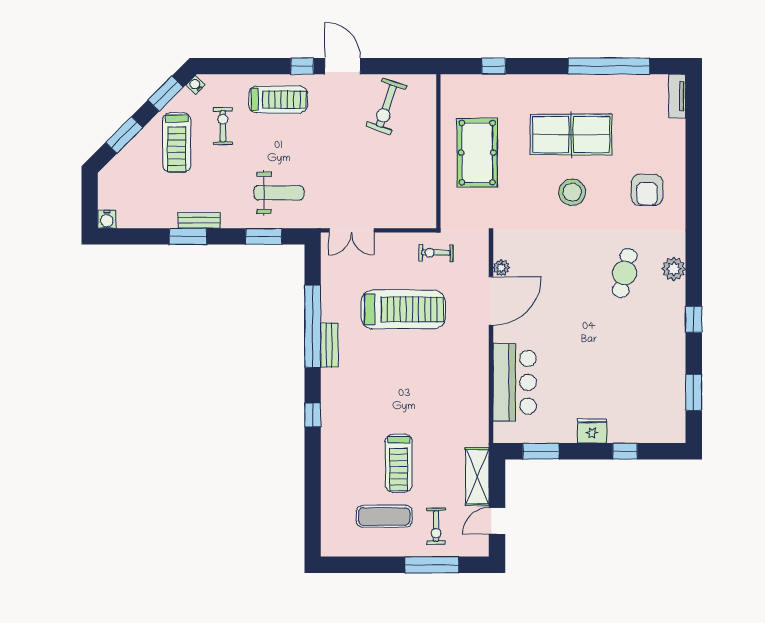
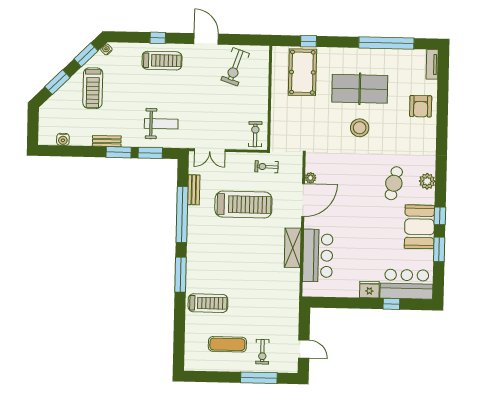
window: (302, 66) -> (158, 38), moved
exercise bike: (223, 126) -> (255, 134), moved
pool table: (477, 153) -> (302, 72), moved
armchair: (647, 190) -> (421, 106), moved
water cooler: (107, 219) -> (63, 139), moved
window: (188, 236) -> (119, 152), moved
booth: (664, 336) -> (420, 227), added
bench: (329, 345) -> (194, 190), moved
window: (694, 392) -> (439, 249), moved
window: (313, 415) -> (181, 275), width x2.17
bar counter: (647, 422) -> (407, 284), added
window: (541, 451) -> (334, 303), removed
treadmill: (399, 463) -> (208, 303), moved, turned -90
shelving: (477, 477) -> (293, 248), moved
door: (497, 521) -> (304, 349), swing flipped

